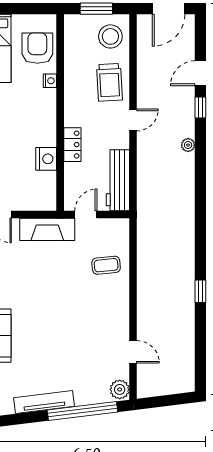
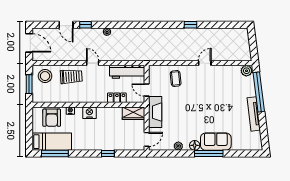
armchair: (37, 48) -> (52, 118), turned -90
locker: (72, 145) -> (117, 98), moved
nightstand: (46, 159) -> (89, 113), moved
wardrobe: (45, 191) -> (133, 113), added
door: (133, 352) -> (205, 63), moved

